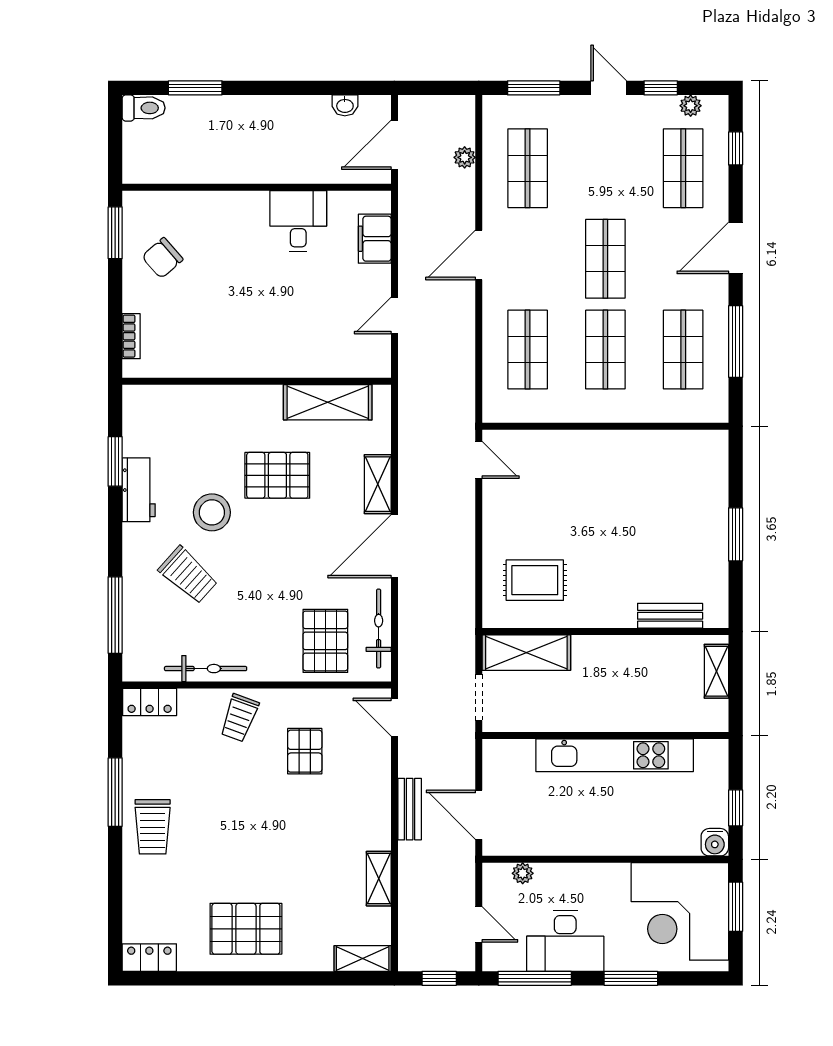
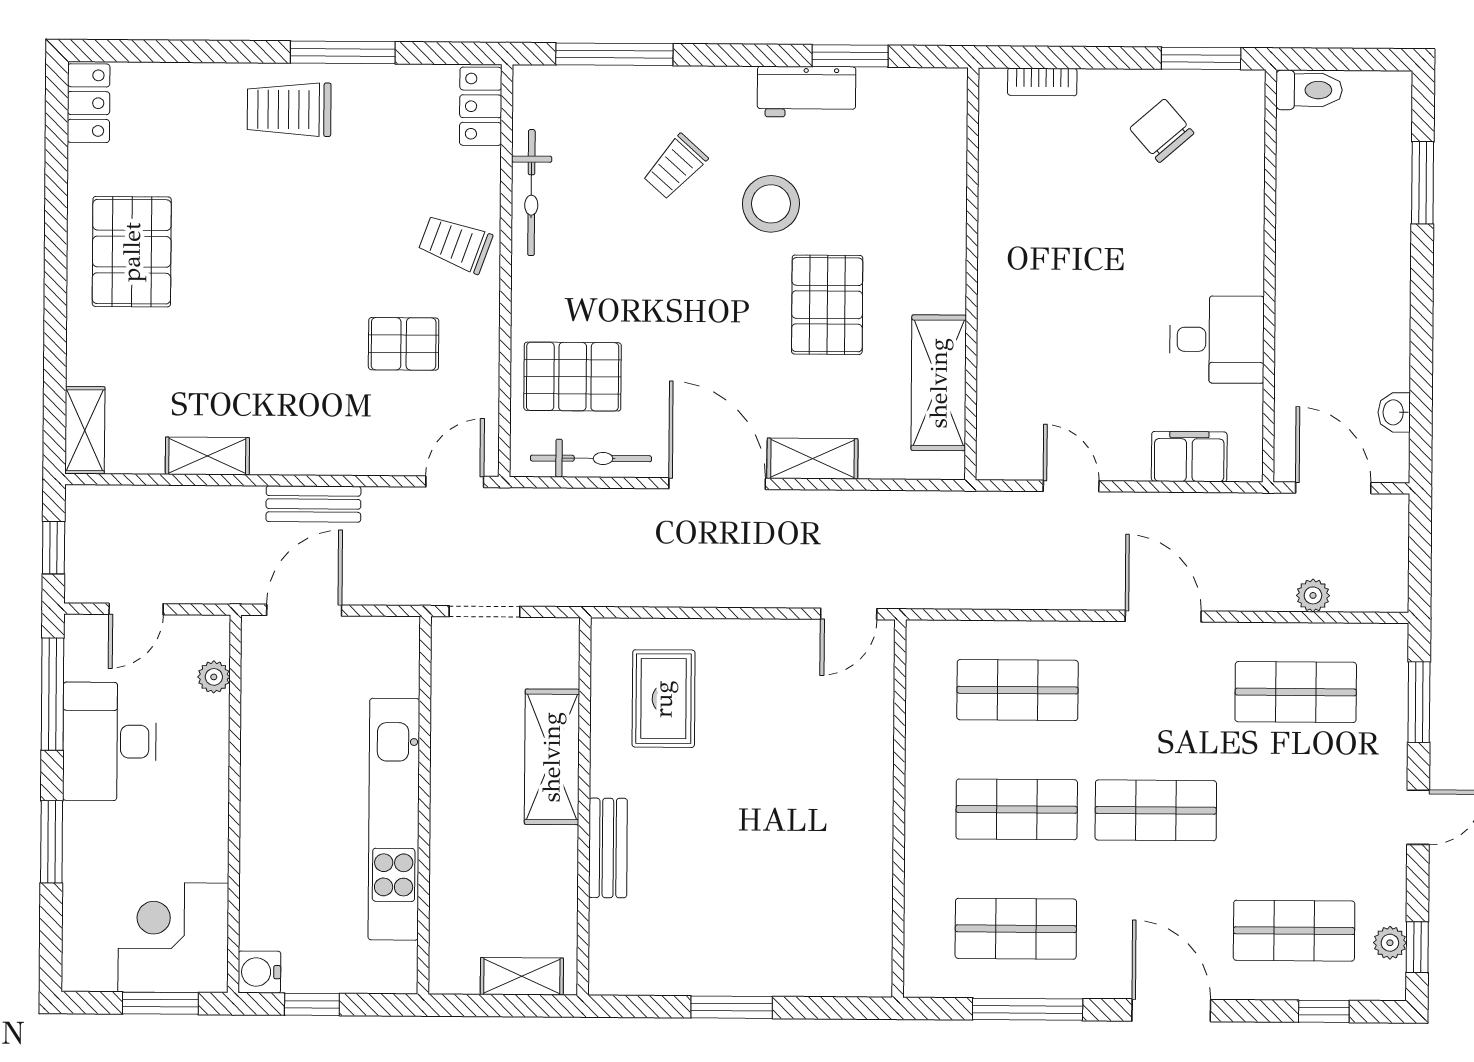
window: (661, 88) -> (1417, 947), moved
toilet: (144, 108) -> (1309, 90), moved, turned -90
trolley: (188, 575) -> (675, 167), width x0.73, depth x0.72
bench: (670, 616) -> (608, 848), moved
shelving: (526, 653) -> (552, 757), moved
corner desk: (680, 911) -> (173, 938), width x0.74, depth x0.74

